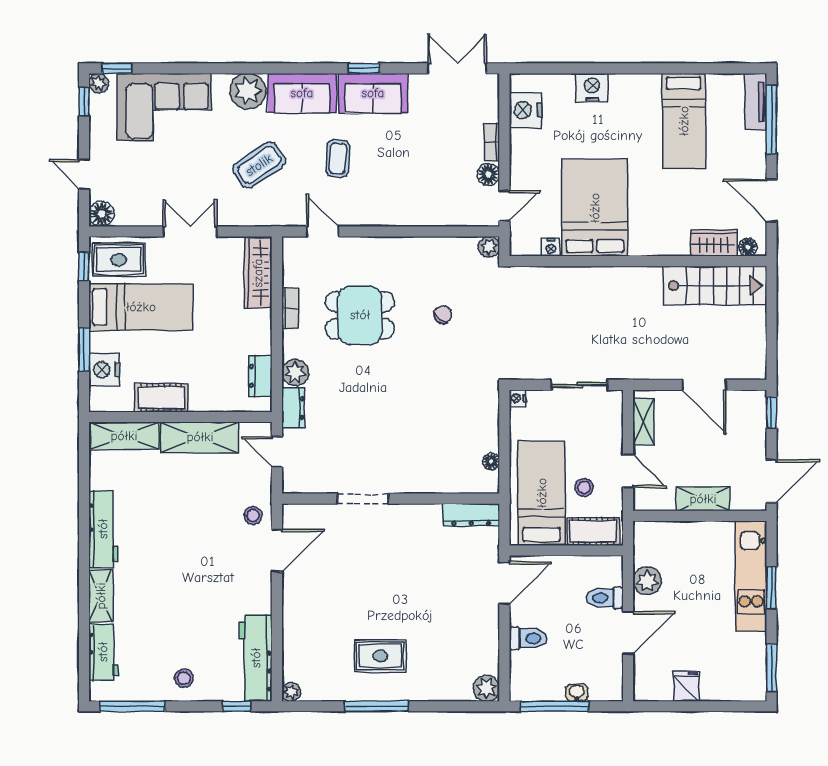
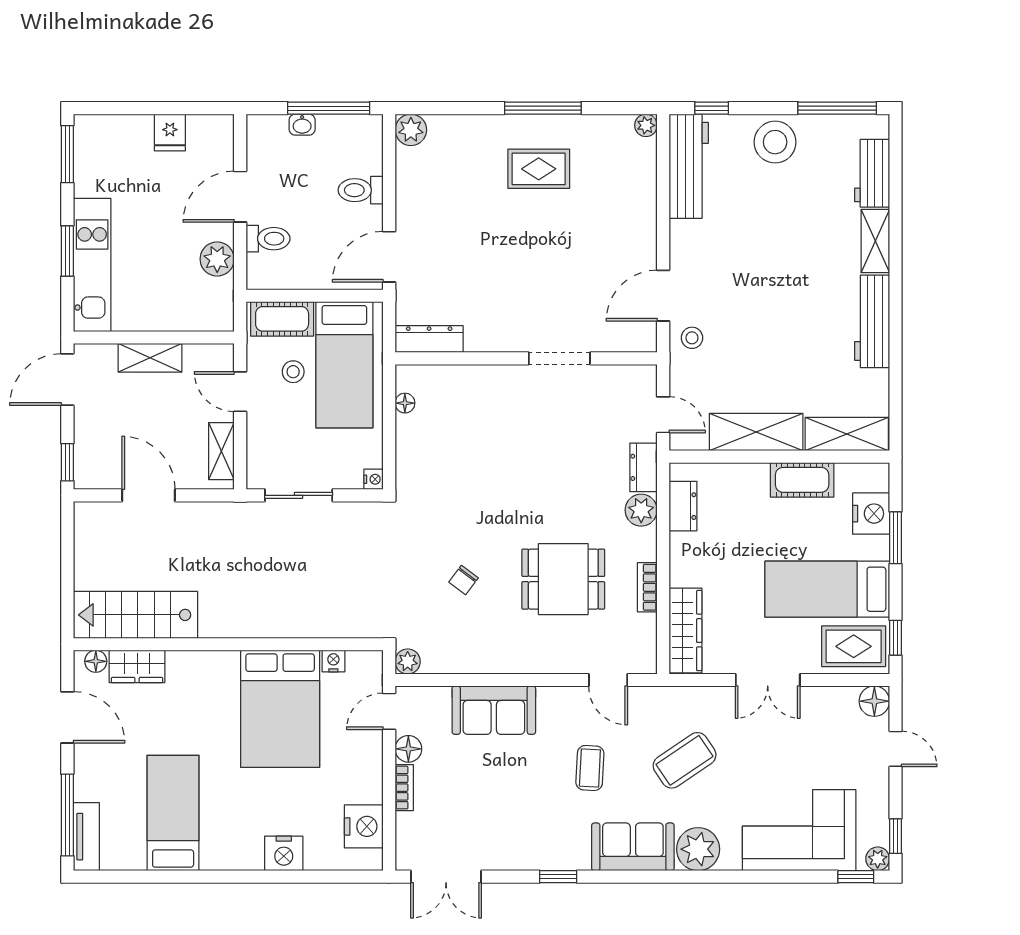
sofa: (373, 93) -> (494, 710), moved, turned 180
stool: (184, 678) -> (775, 142), width x1.89, depth x1.89

